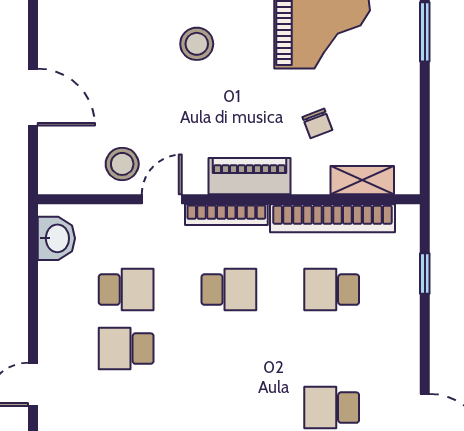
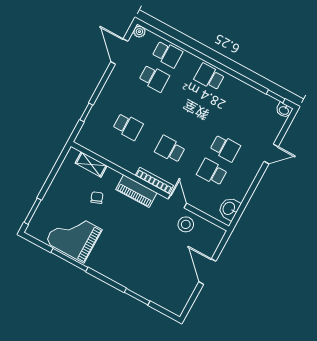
stool: (197, 44) -> (129, 257), removed
door: (162, 199) -> (177, 201), swing flipped
bookcase: (332, 218) -> (112, 155), removed

